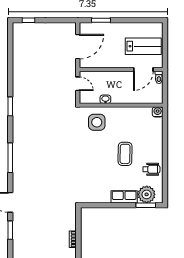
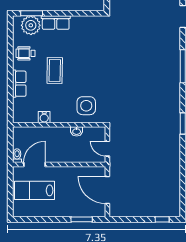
door: (78, 47) -> (107, 190), hinge flipped
water cooler: (158, 112) -> (44, 117), moved
row of seats: (157, 142) -> (19, 84), added

